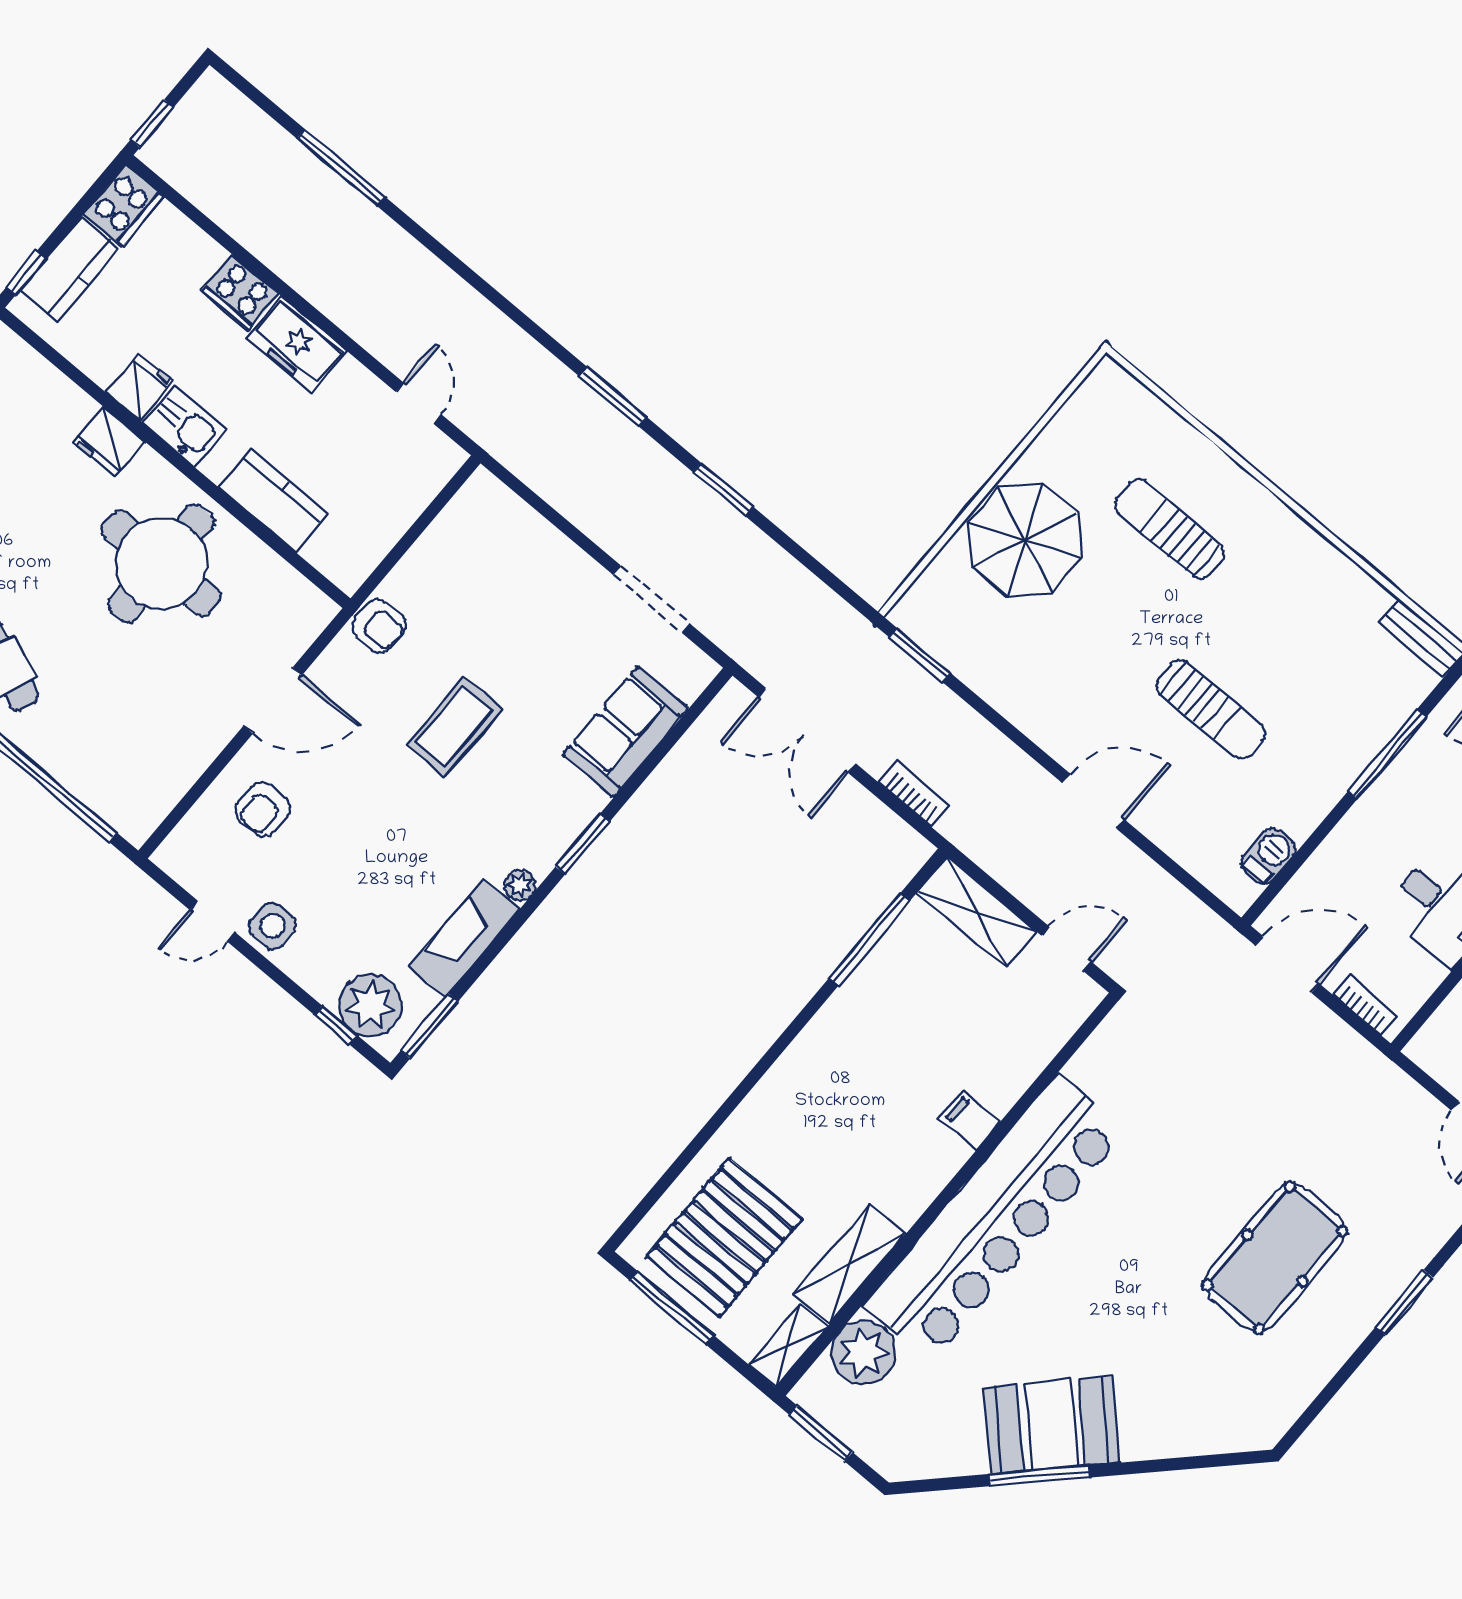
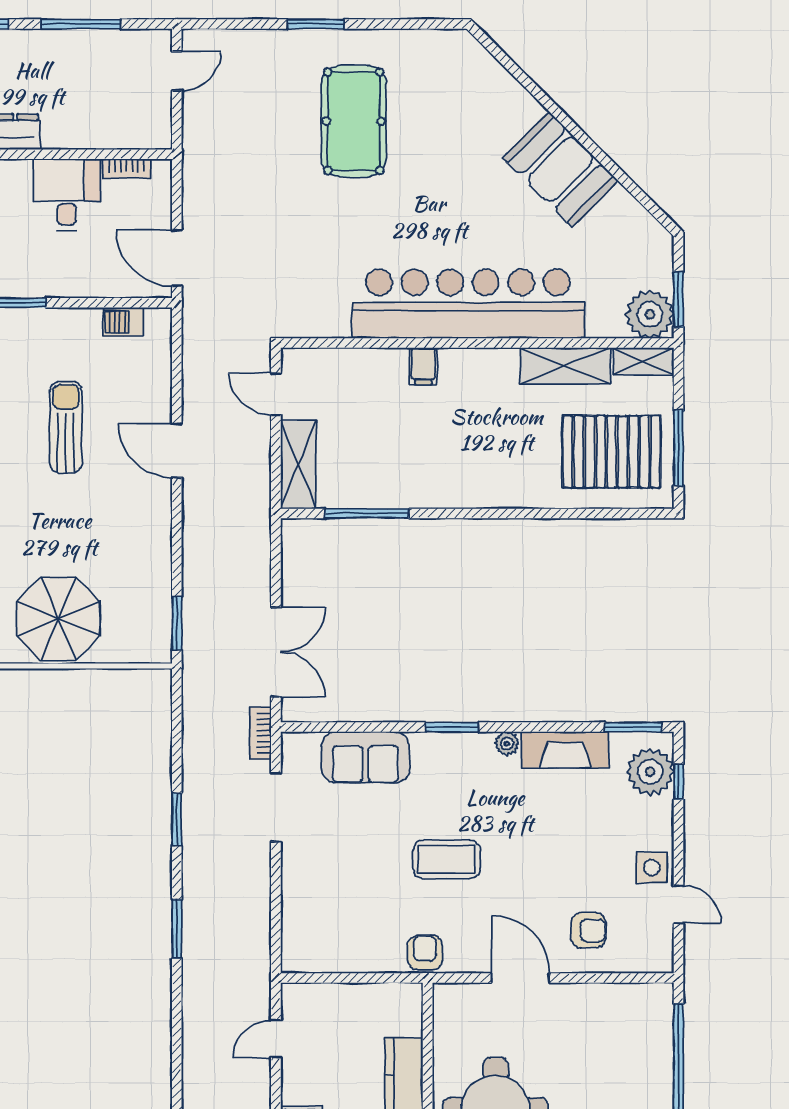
bookcase: (914, 794) -> (261, 733), moved
bookcase: (1365, 1005) -> (127, 168), moved, turned -90
pool table: (1275, 1258) -> (354, 121), turned 90
plant: (864, 1353) -> (650, 314), moved
window: (1039, 1476) -> (596, 151), removed

